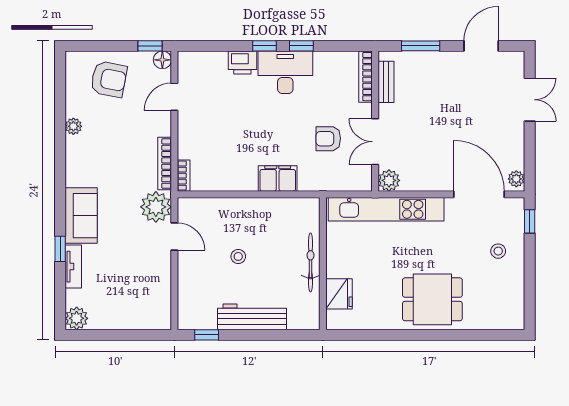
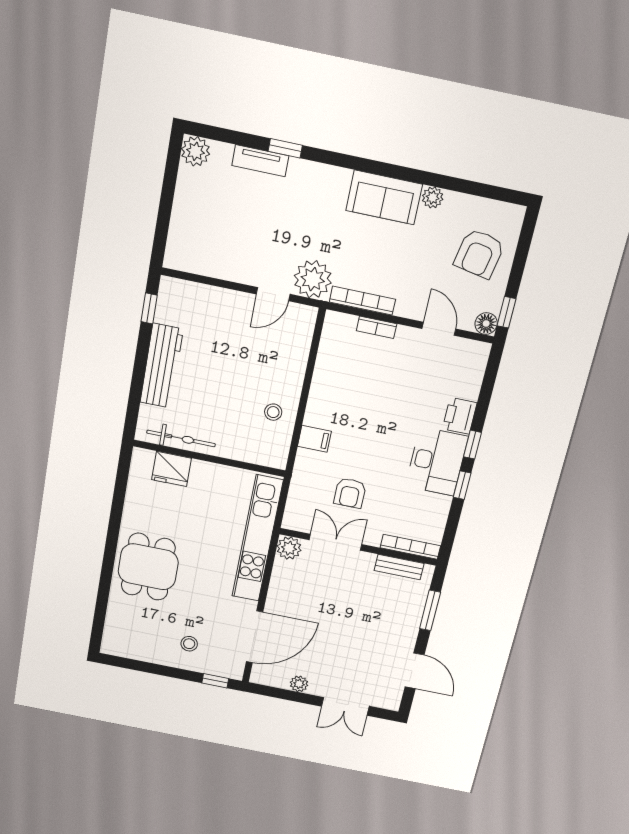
armchair: (328, 139) -> (350, 493), turned 180
bookcase: (184, 176) -> (377, 327), moved
filing cabinet: (278, 178) -> (314, 439), width x0.50
plant: (516, 179) -> (299, 684), moved
sofa: (81, 216) -> (384, 197), moved
stool: (238, 256) -> (273, 412), moved
bicycle: (310, 262) -> (181, 438), moved

